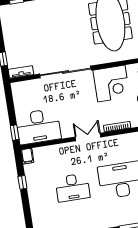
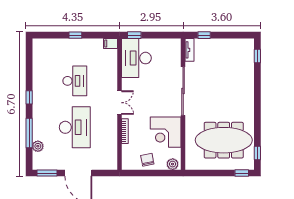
window: (22, 182) -> (75, 35), moved
desk: (73, 188) -> (75, 81), turned 180

